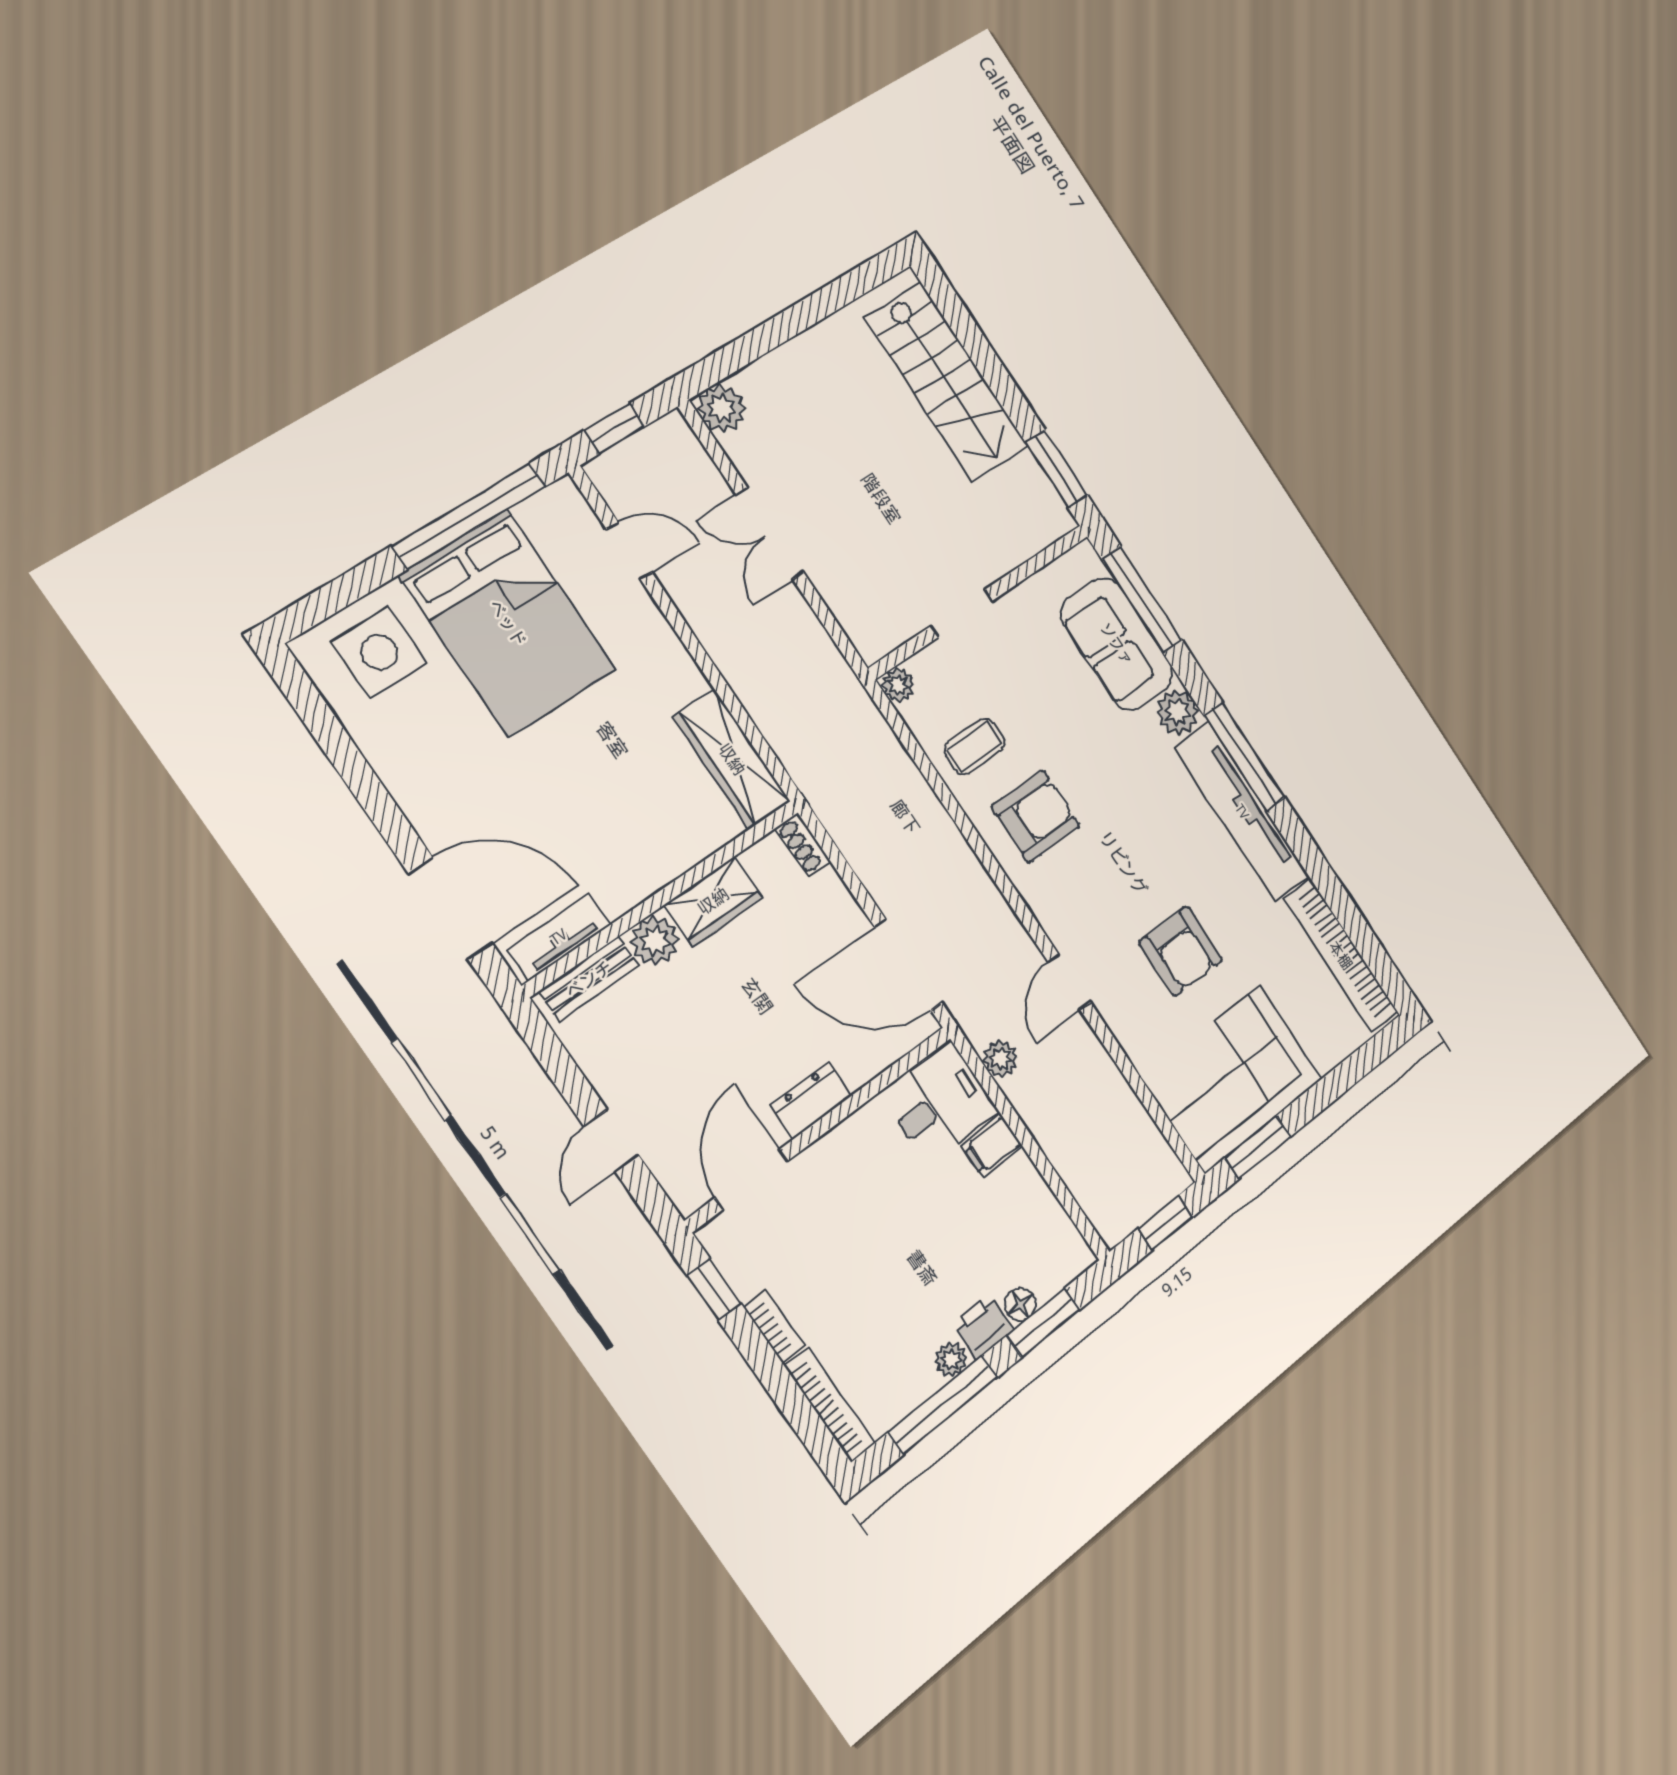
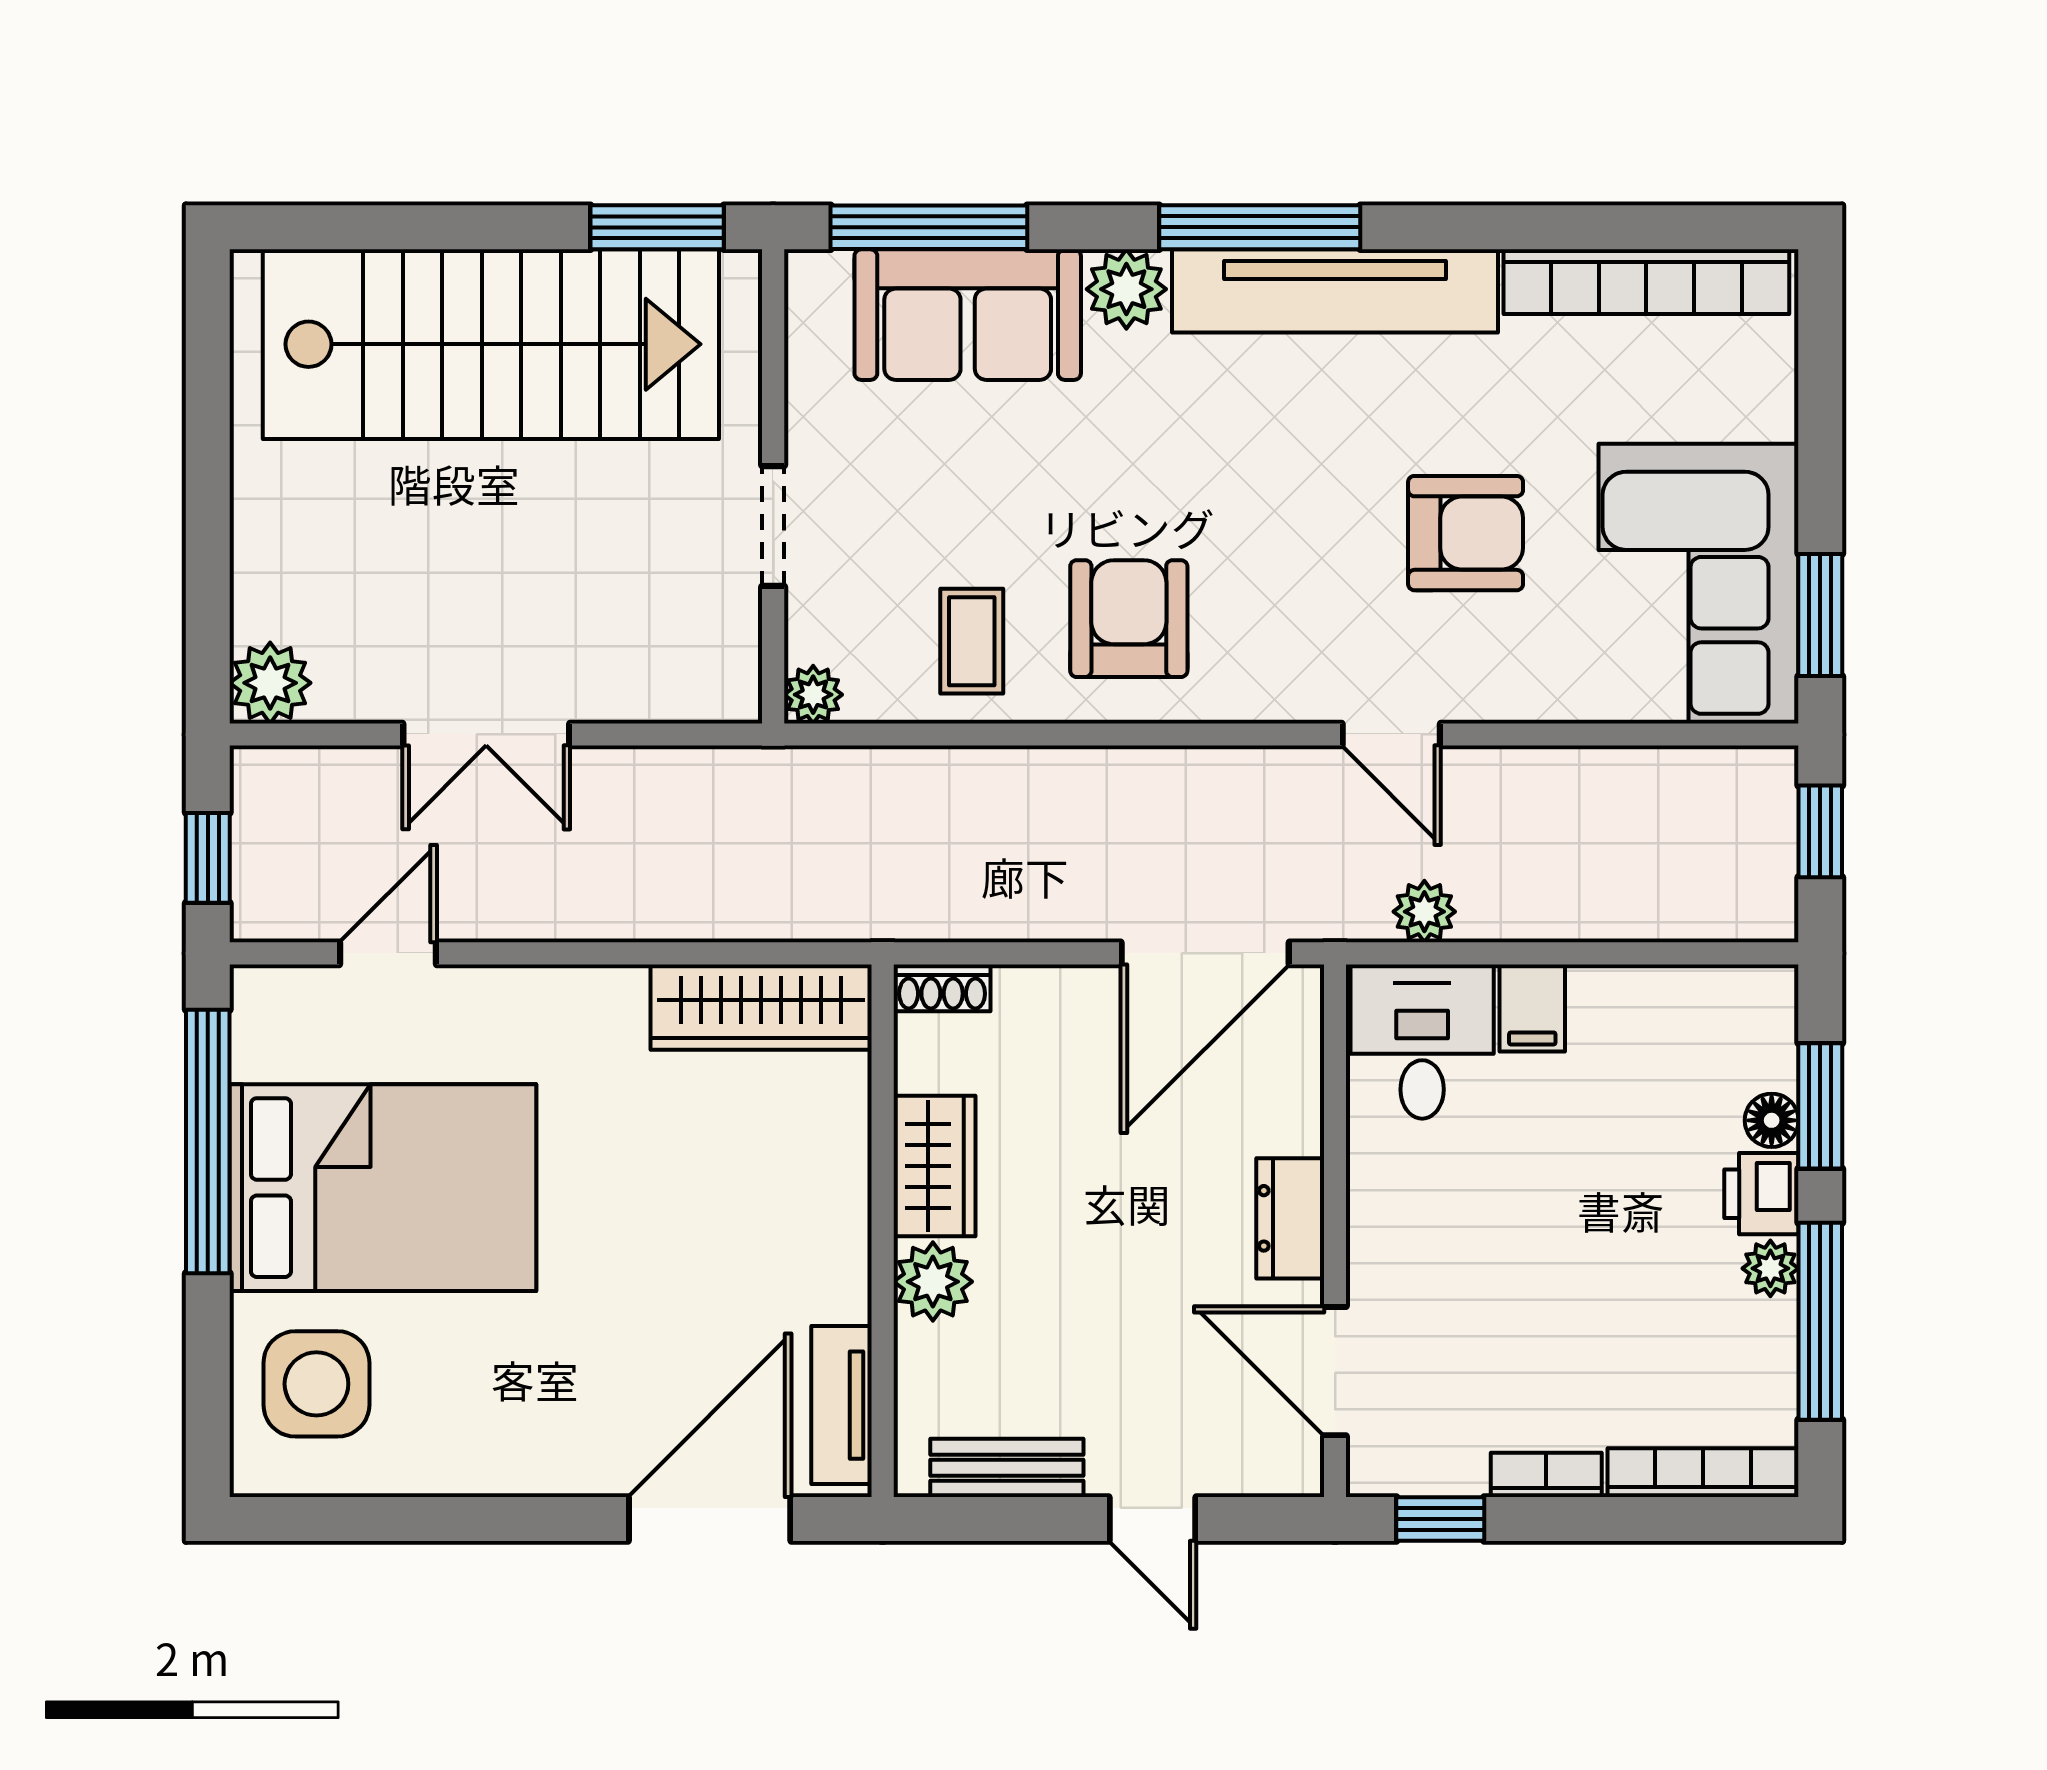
stairs: (947, 382) -> (491, 344), width x1.36, depth x1.51
bench: (589, 979) -> (1007, 1468), moved, turned 90

